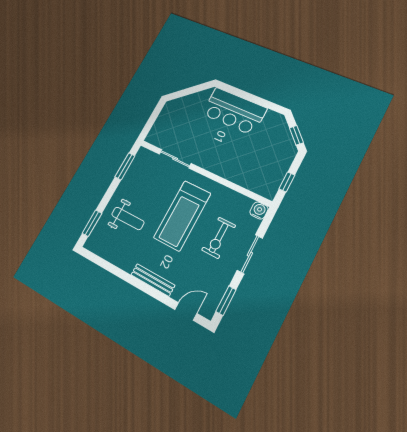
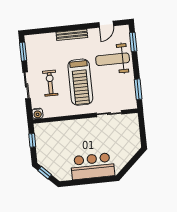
treadmill: (182, 216) -> (80, 82), turned 180
weight bench: (128, 218) -> (113, 59), width x1.36, depth x1.33
door: (186, 311) -> (106, 24), moved

